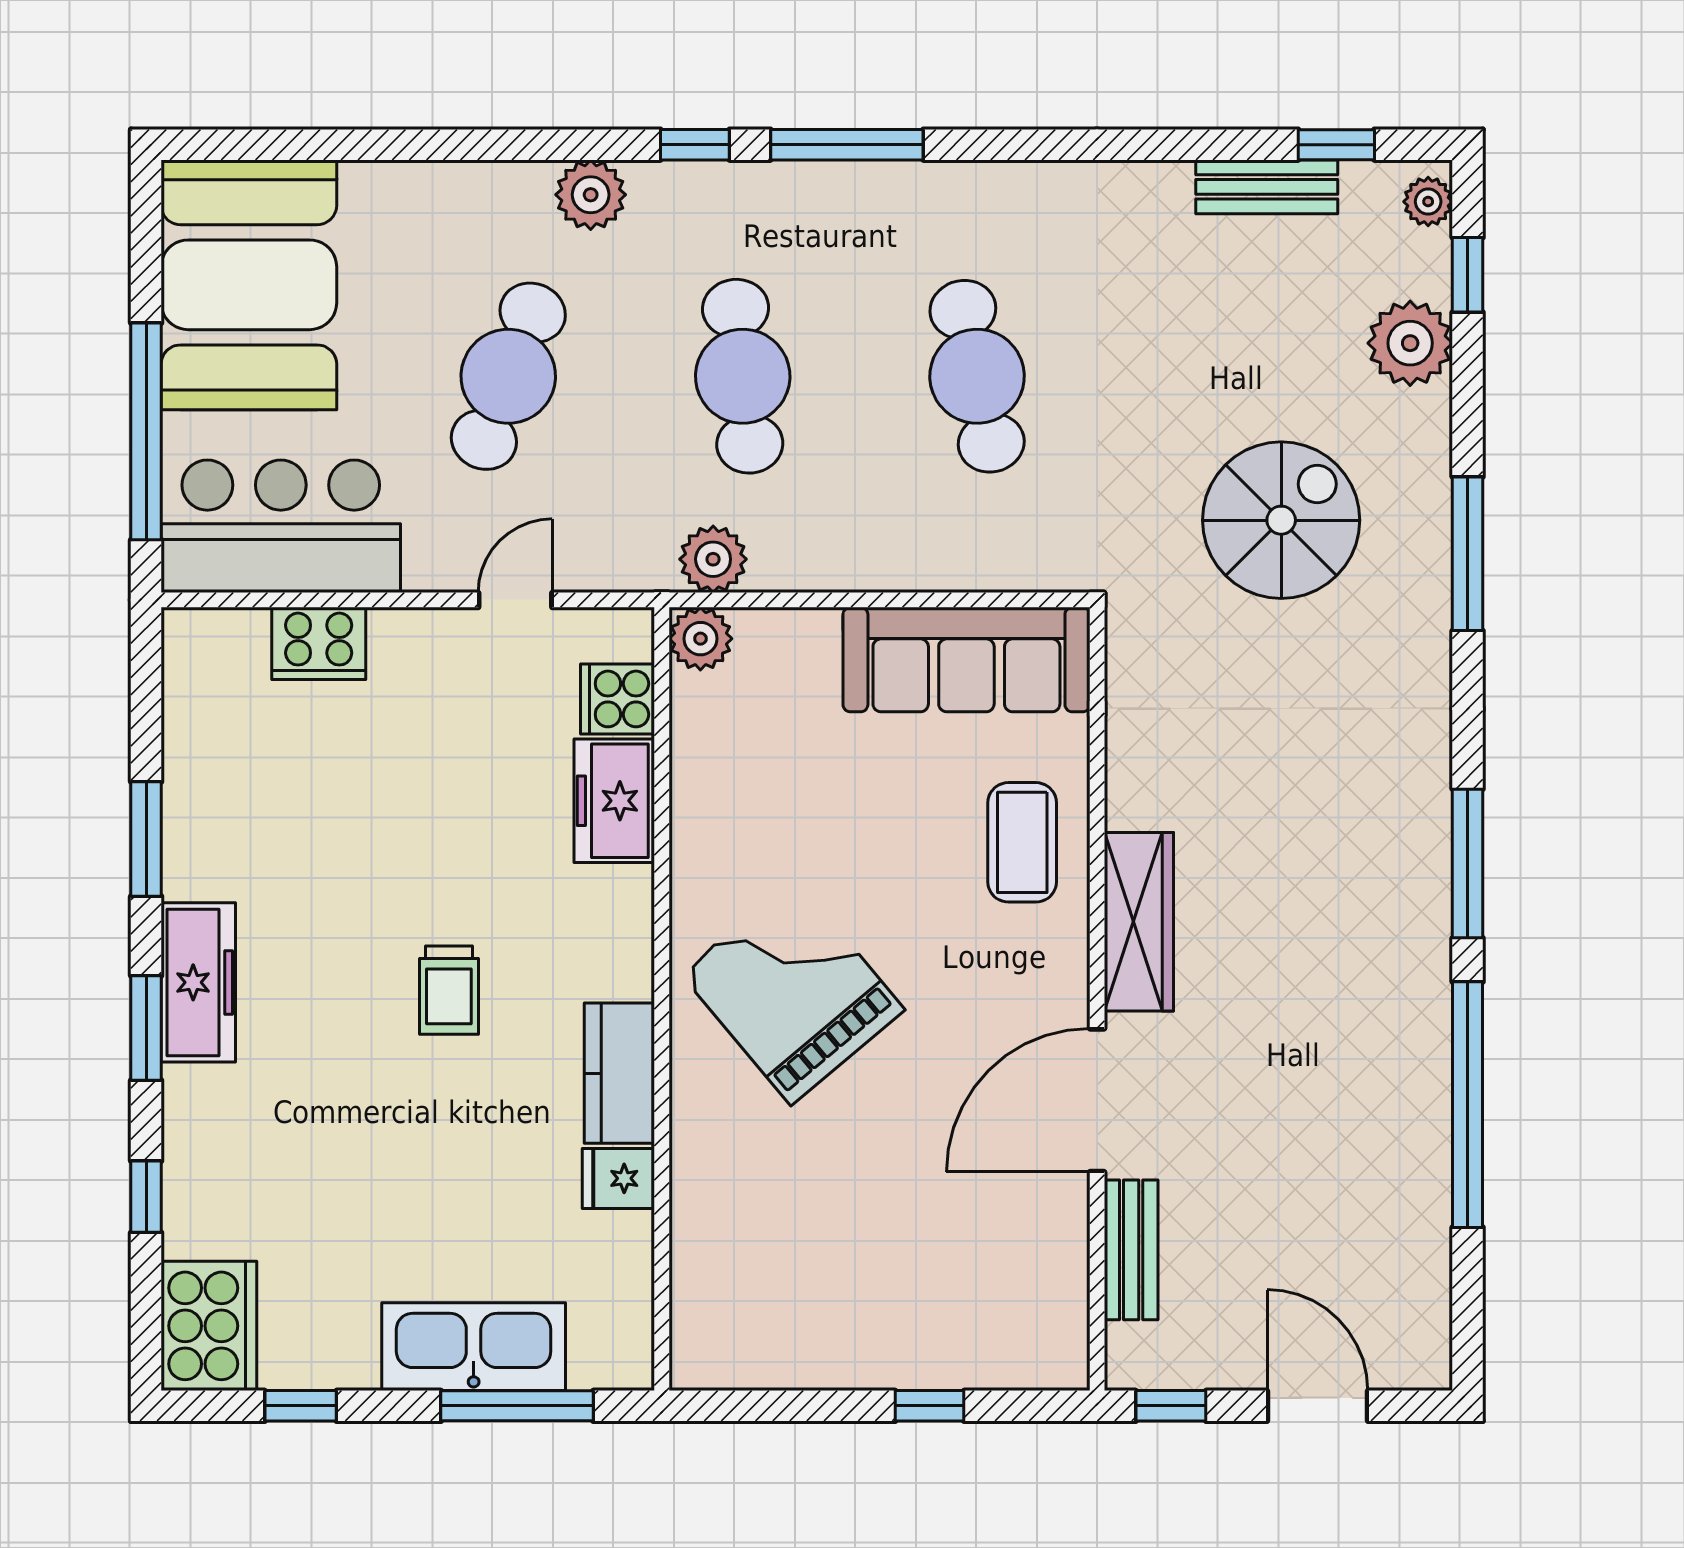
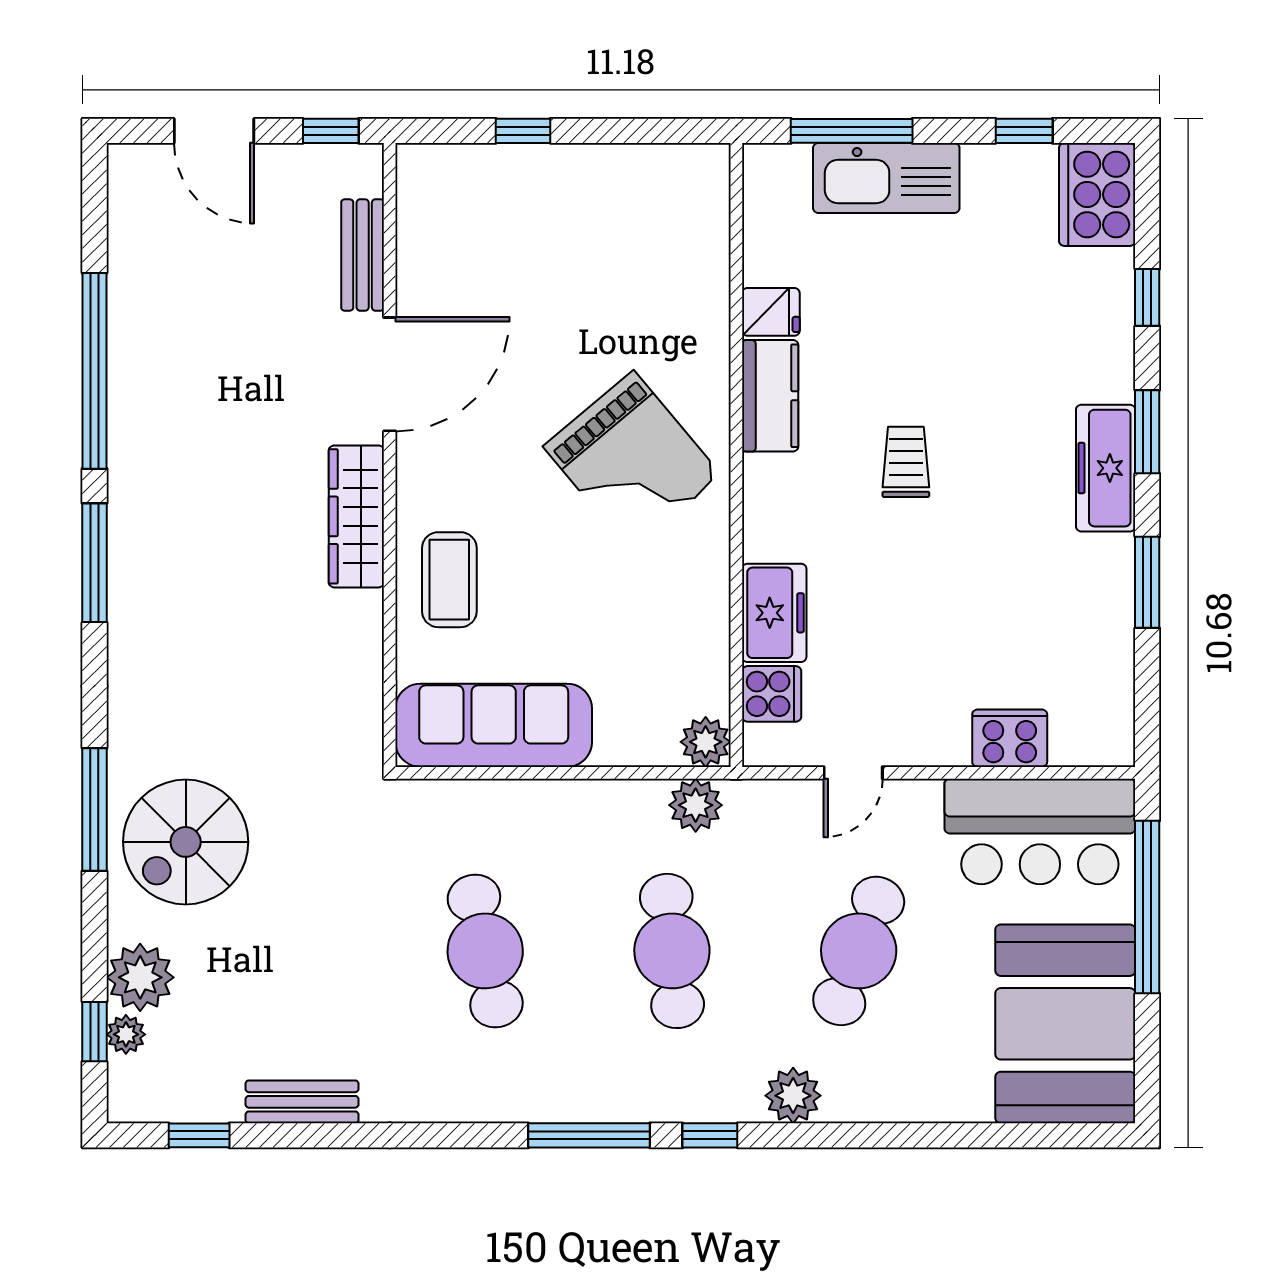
bench: (1267, 187) -> (302, 1102), moved
plant: (1428, 202) -> (126, 1034), moved
spiral stairs: (1281, 520) -> (186, 842), moved

